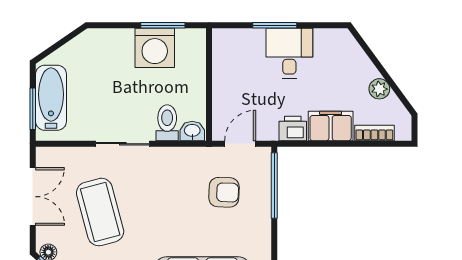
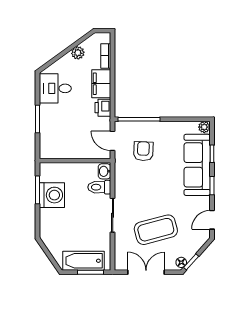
desk: (289, 53) -> (55, 88), moved

